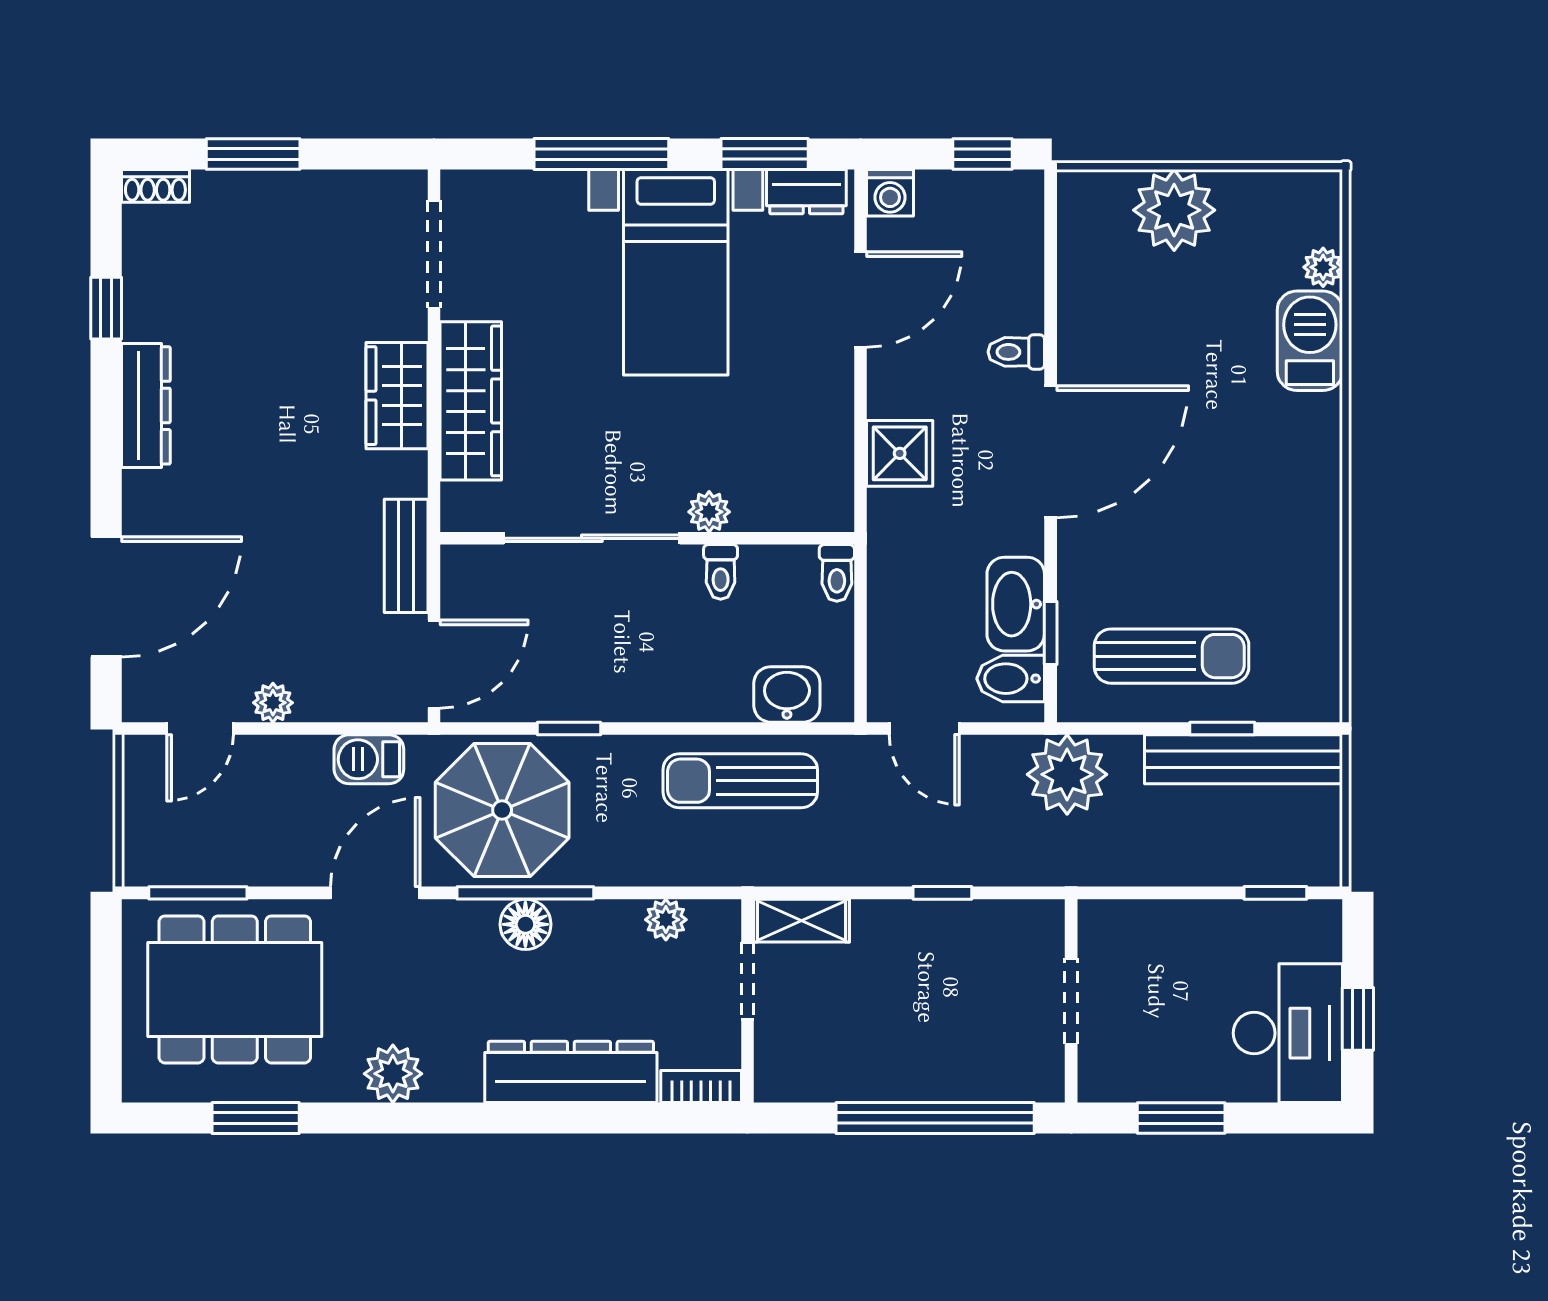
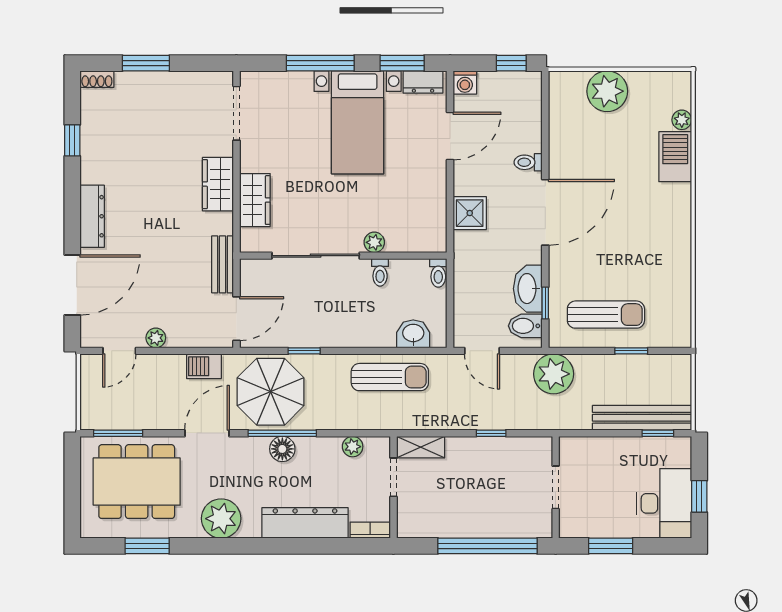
wardrobe: (471, 401) -> (255, 200), width x0.67
dresser: (146, 405) -> (92, 216), moved
bench: (1244, 759) -> (642, 418), moved
sun lounger: (740, 781) -> (390, 377), turned 180
plant: (393, 1074) -> (221, 519), width x1.36, depth x1.36

